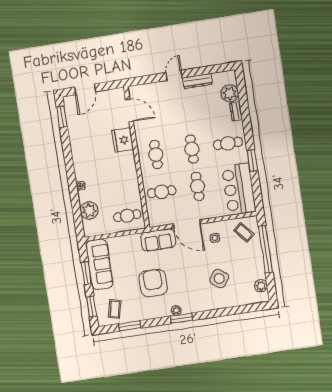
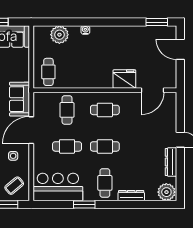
plant: (230, 93) -> (166, 192), moved
dresser: (236, 111) -> (131, 196), width x1.44

